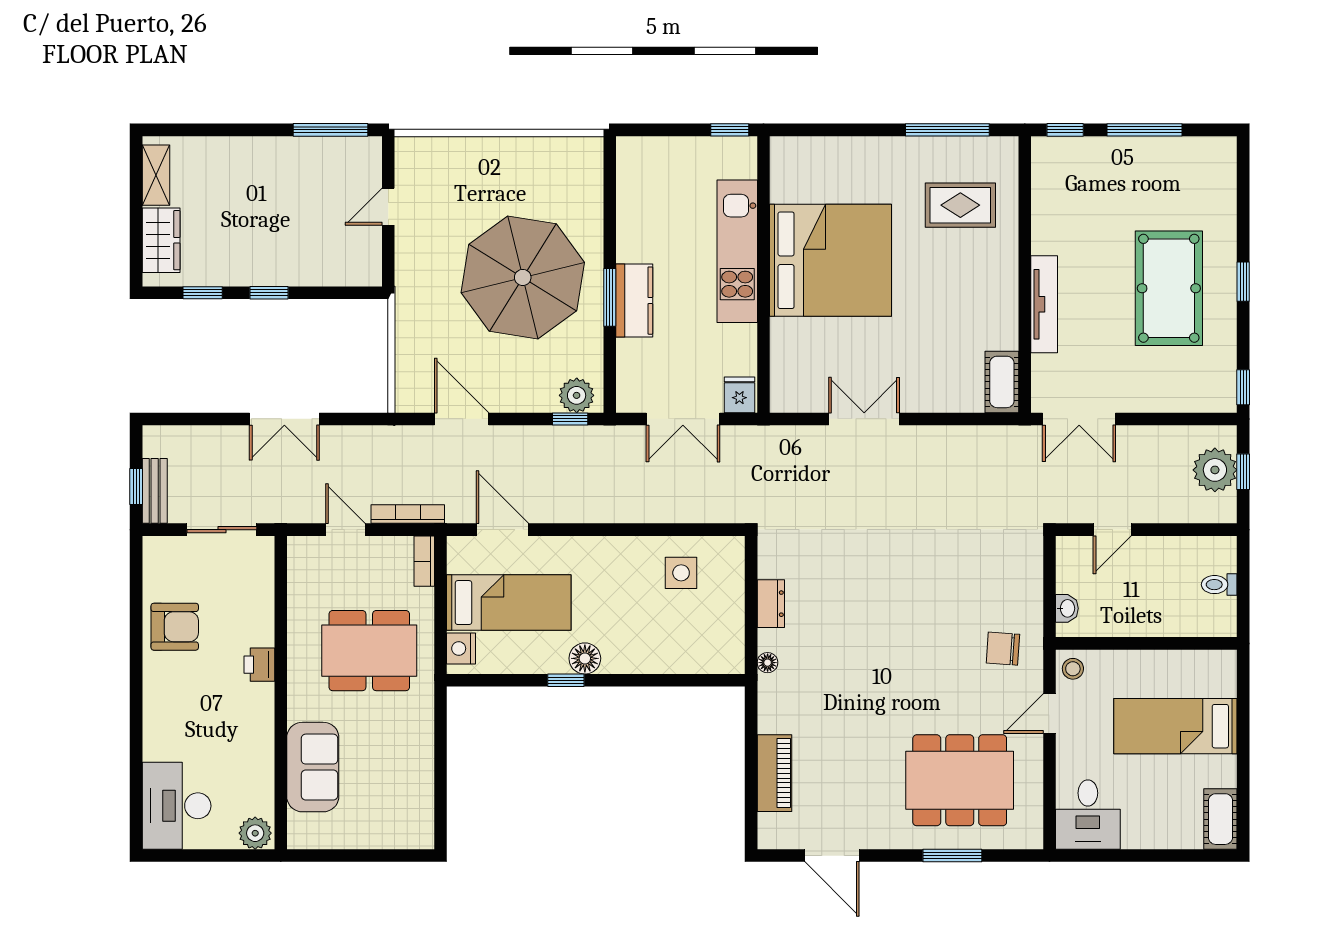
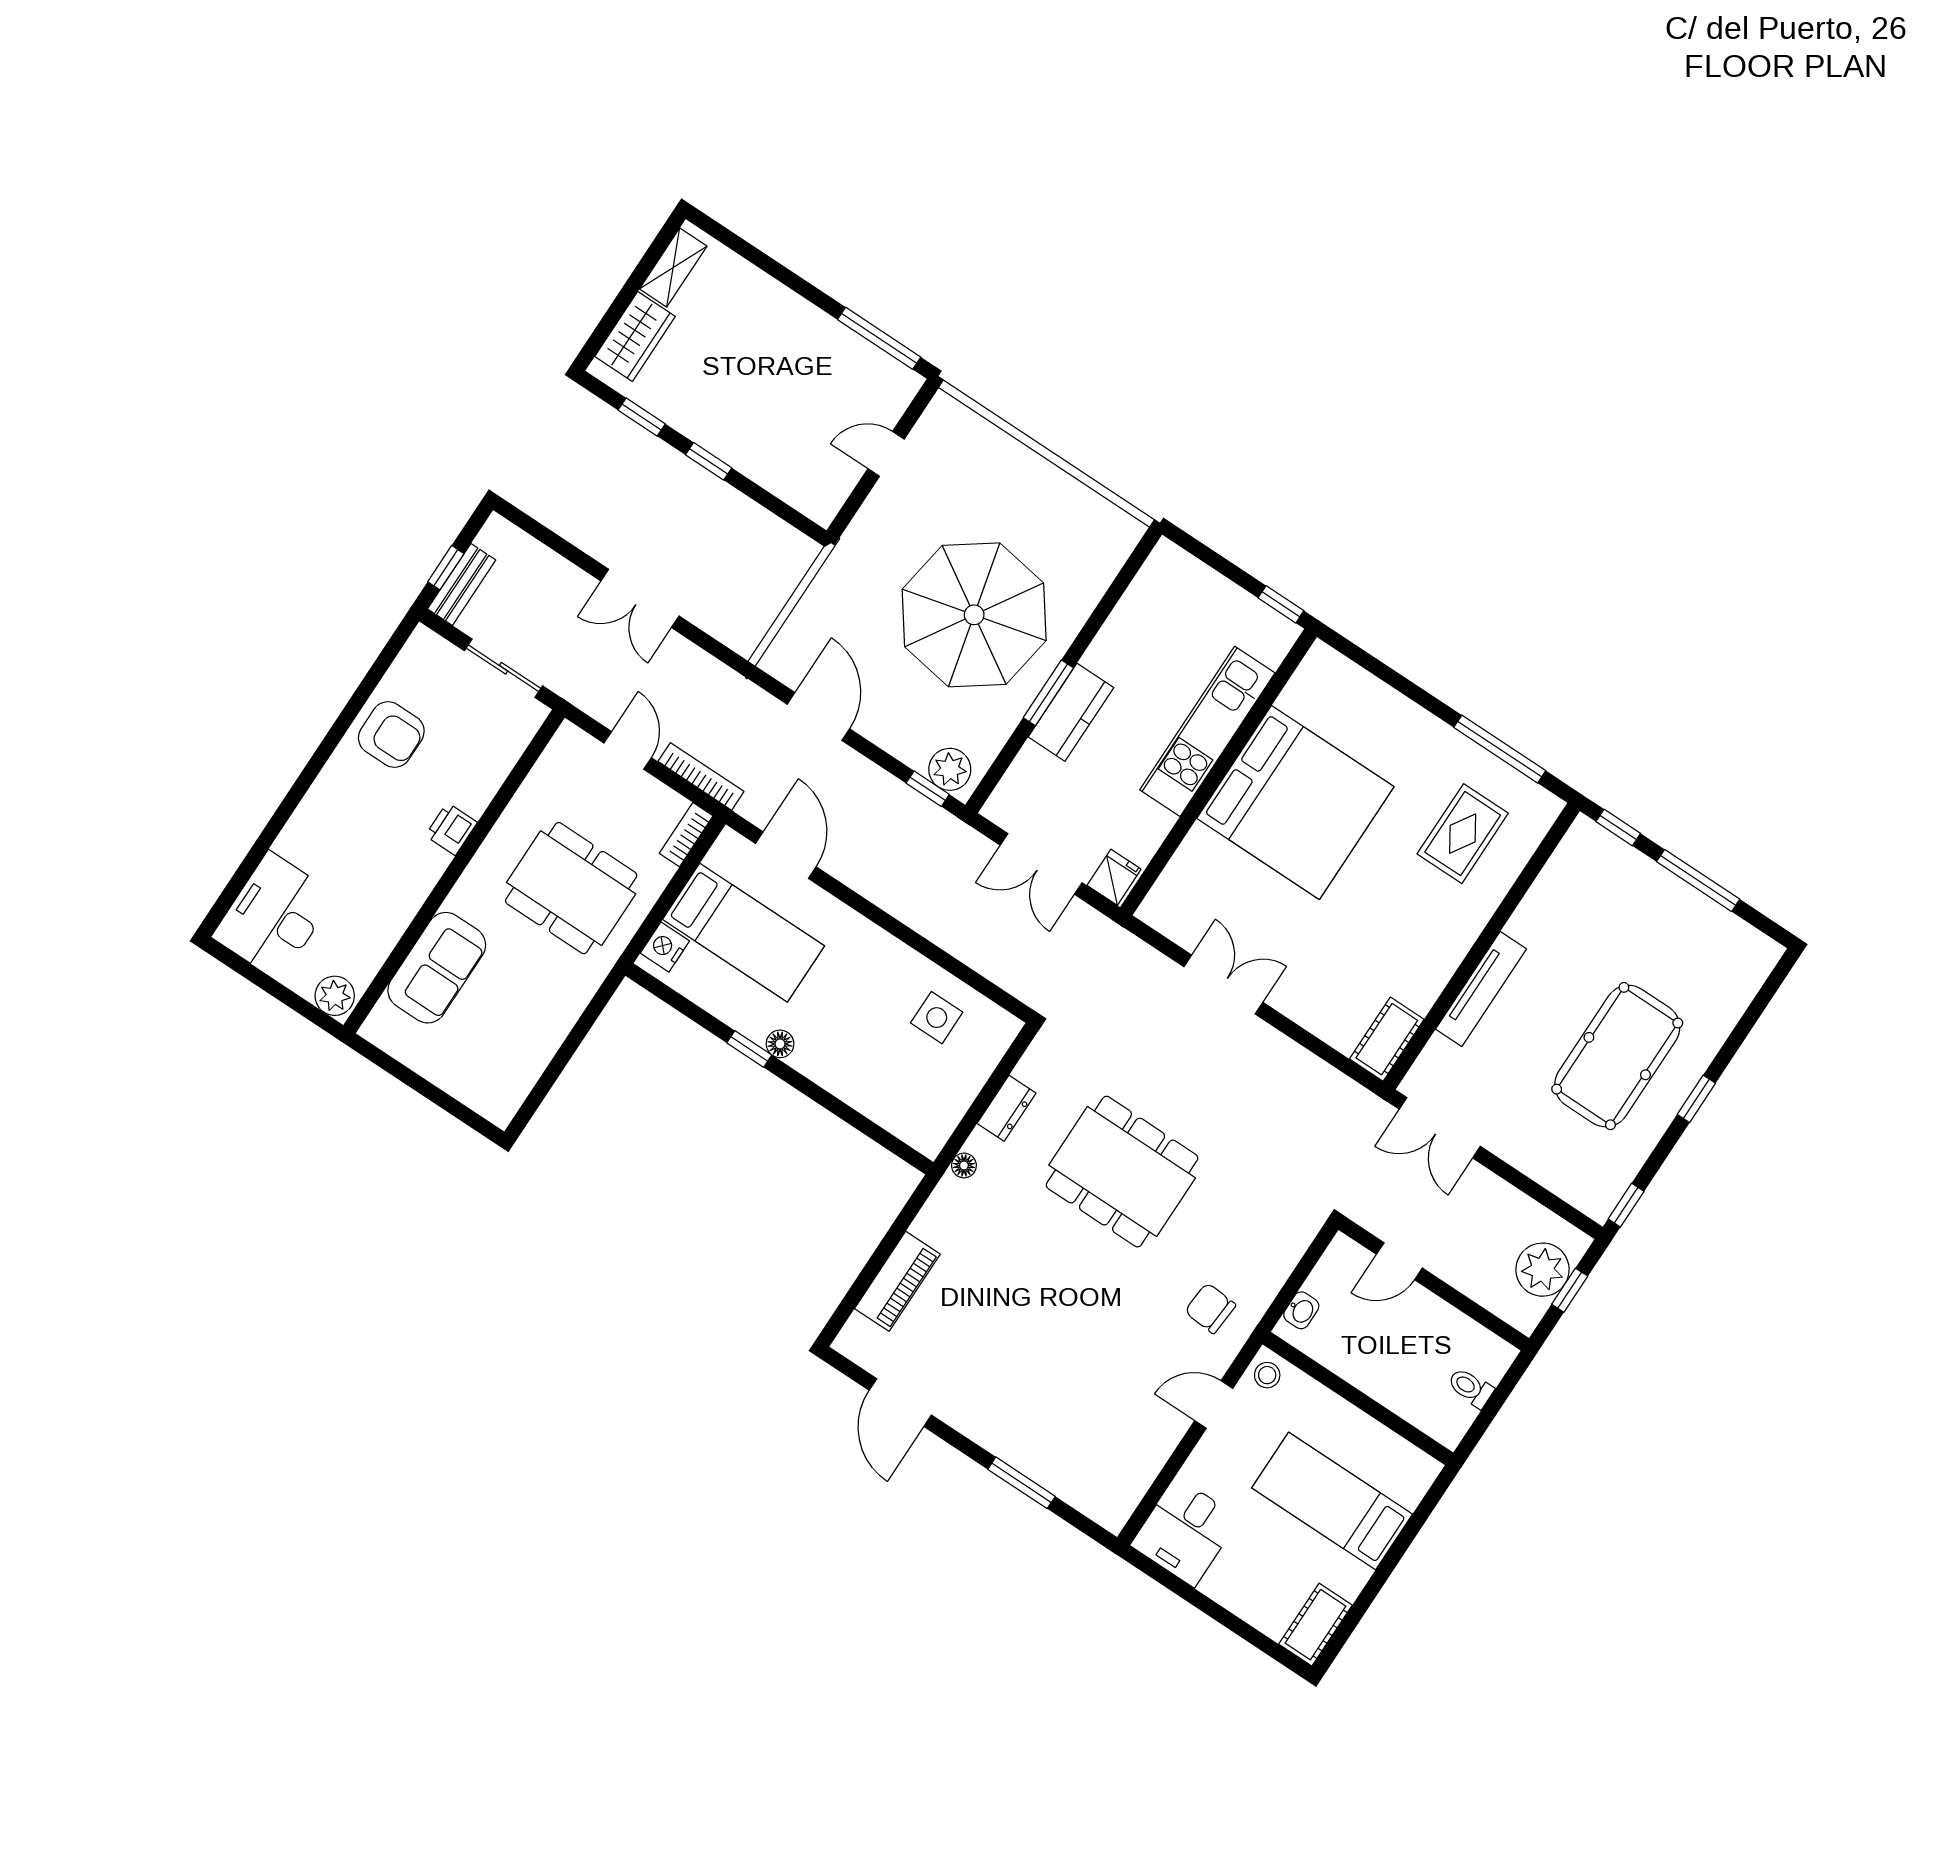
rug: (960, 205) -> (1463, 834), turned 90
floor lamp: (585, 658) -> (780, 1044), width x0.73, depth x0.73
dining table: (960, 780) -> (1122, 1172), moved

